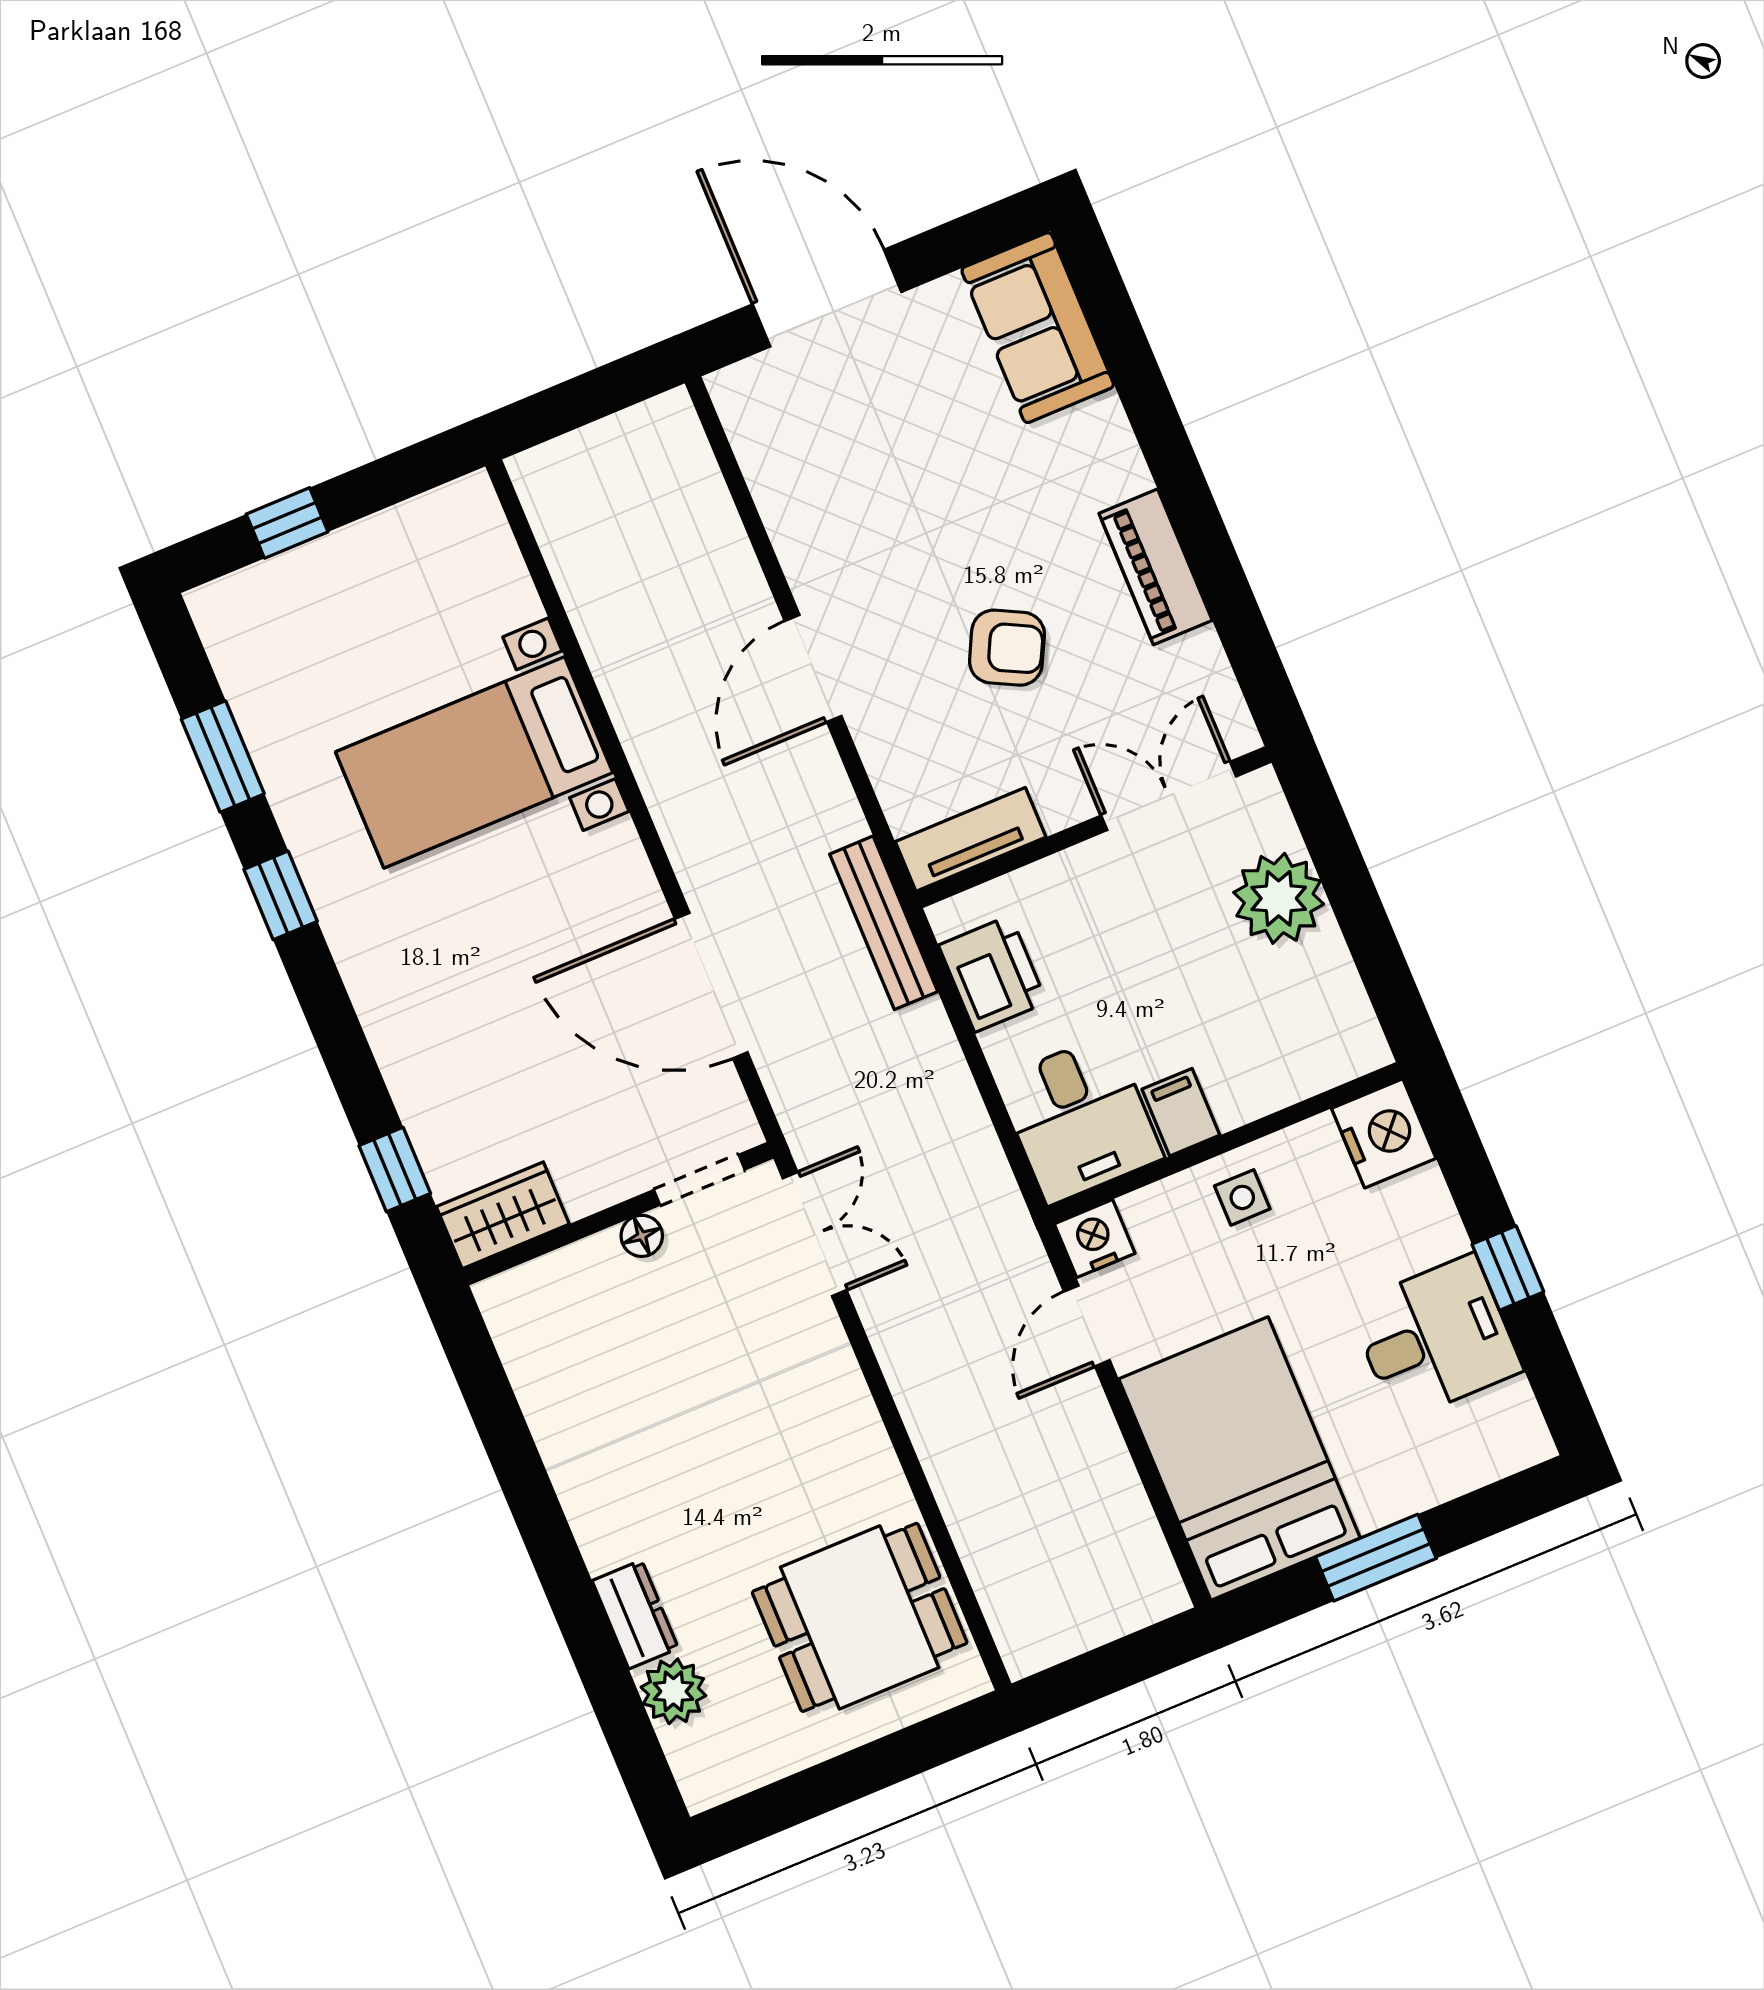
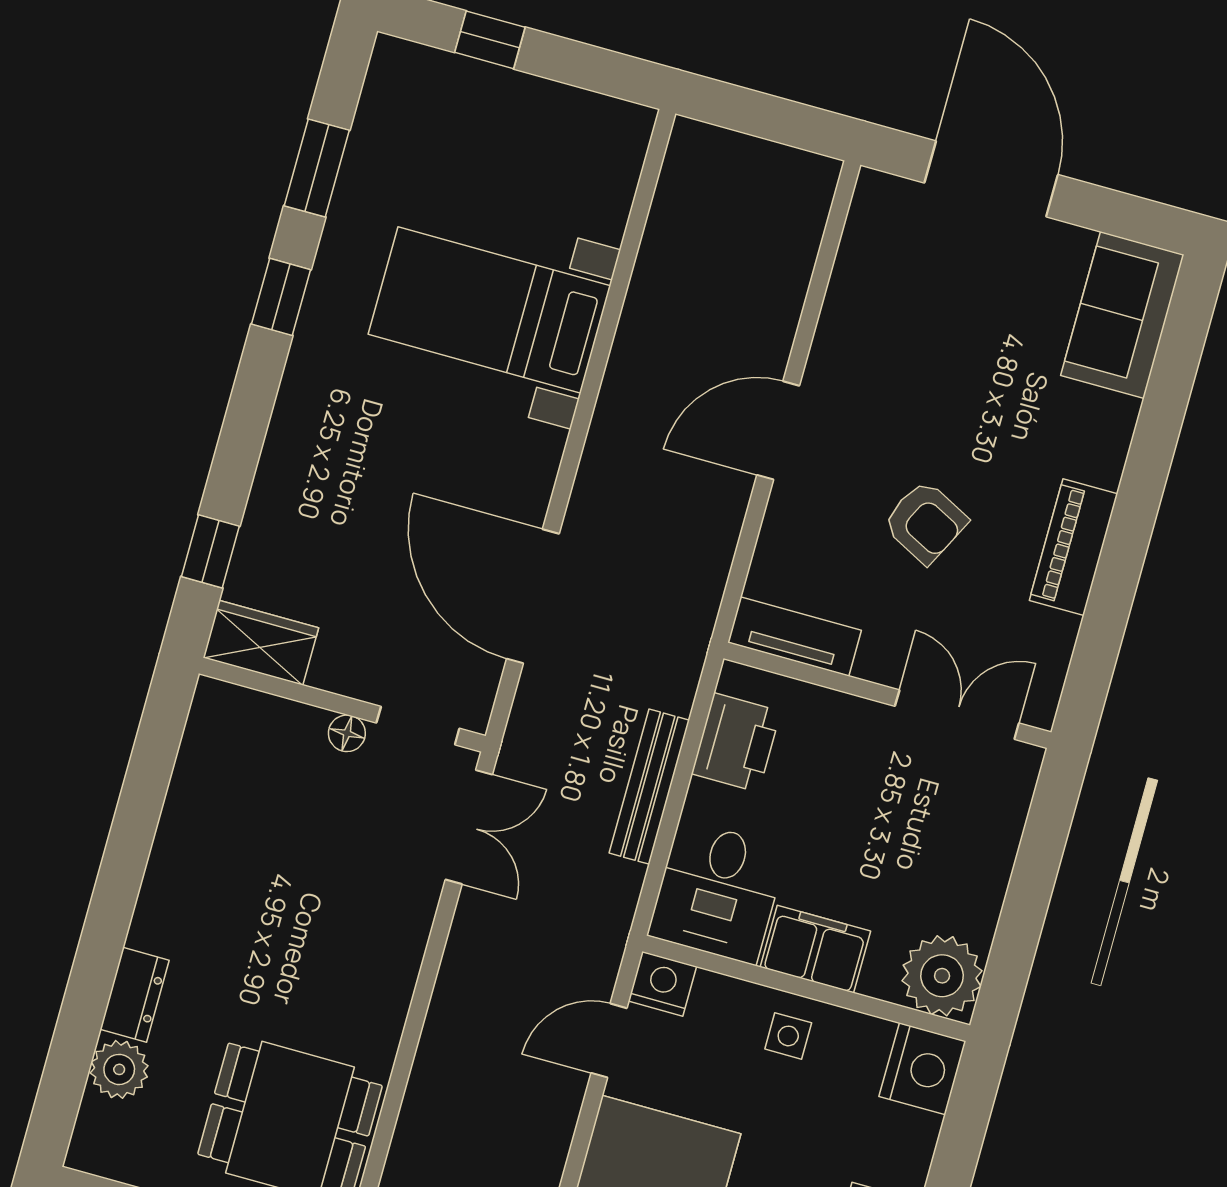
plant: (1279, 898) -> (942, 976), moved
bench: (884, 923) -> (649, 787), moved
filing cabinet: (1181, 1112) -> (815, 949), width x2.00

